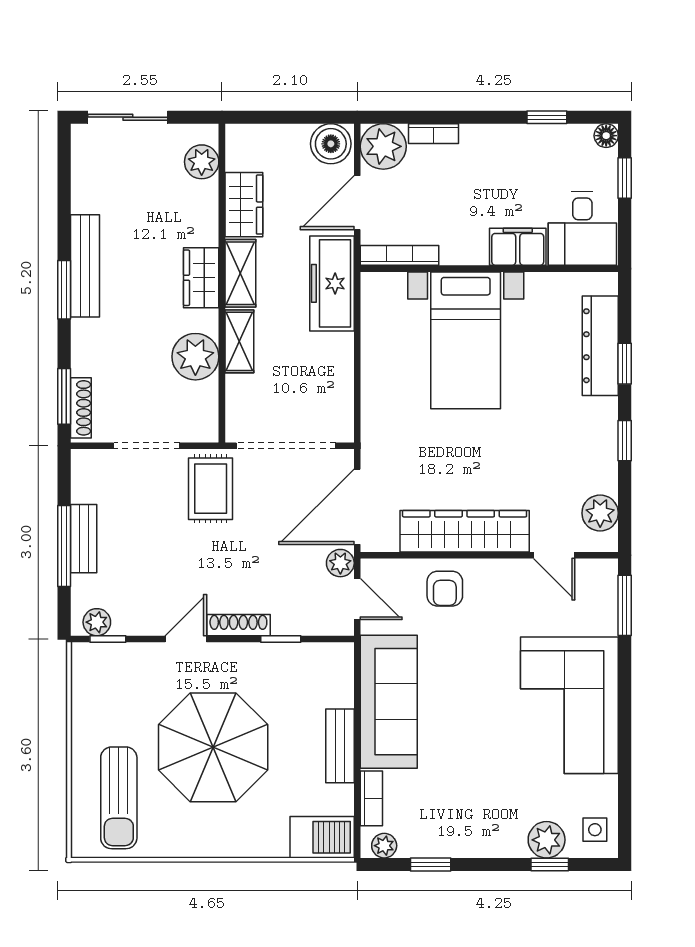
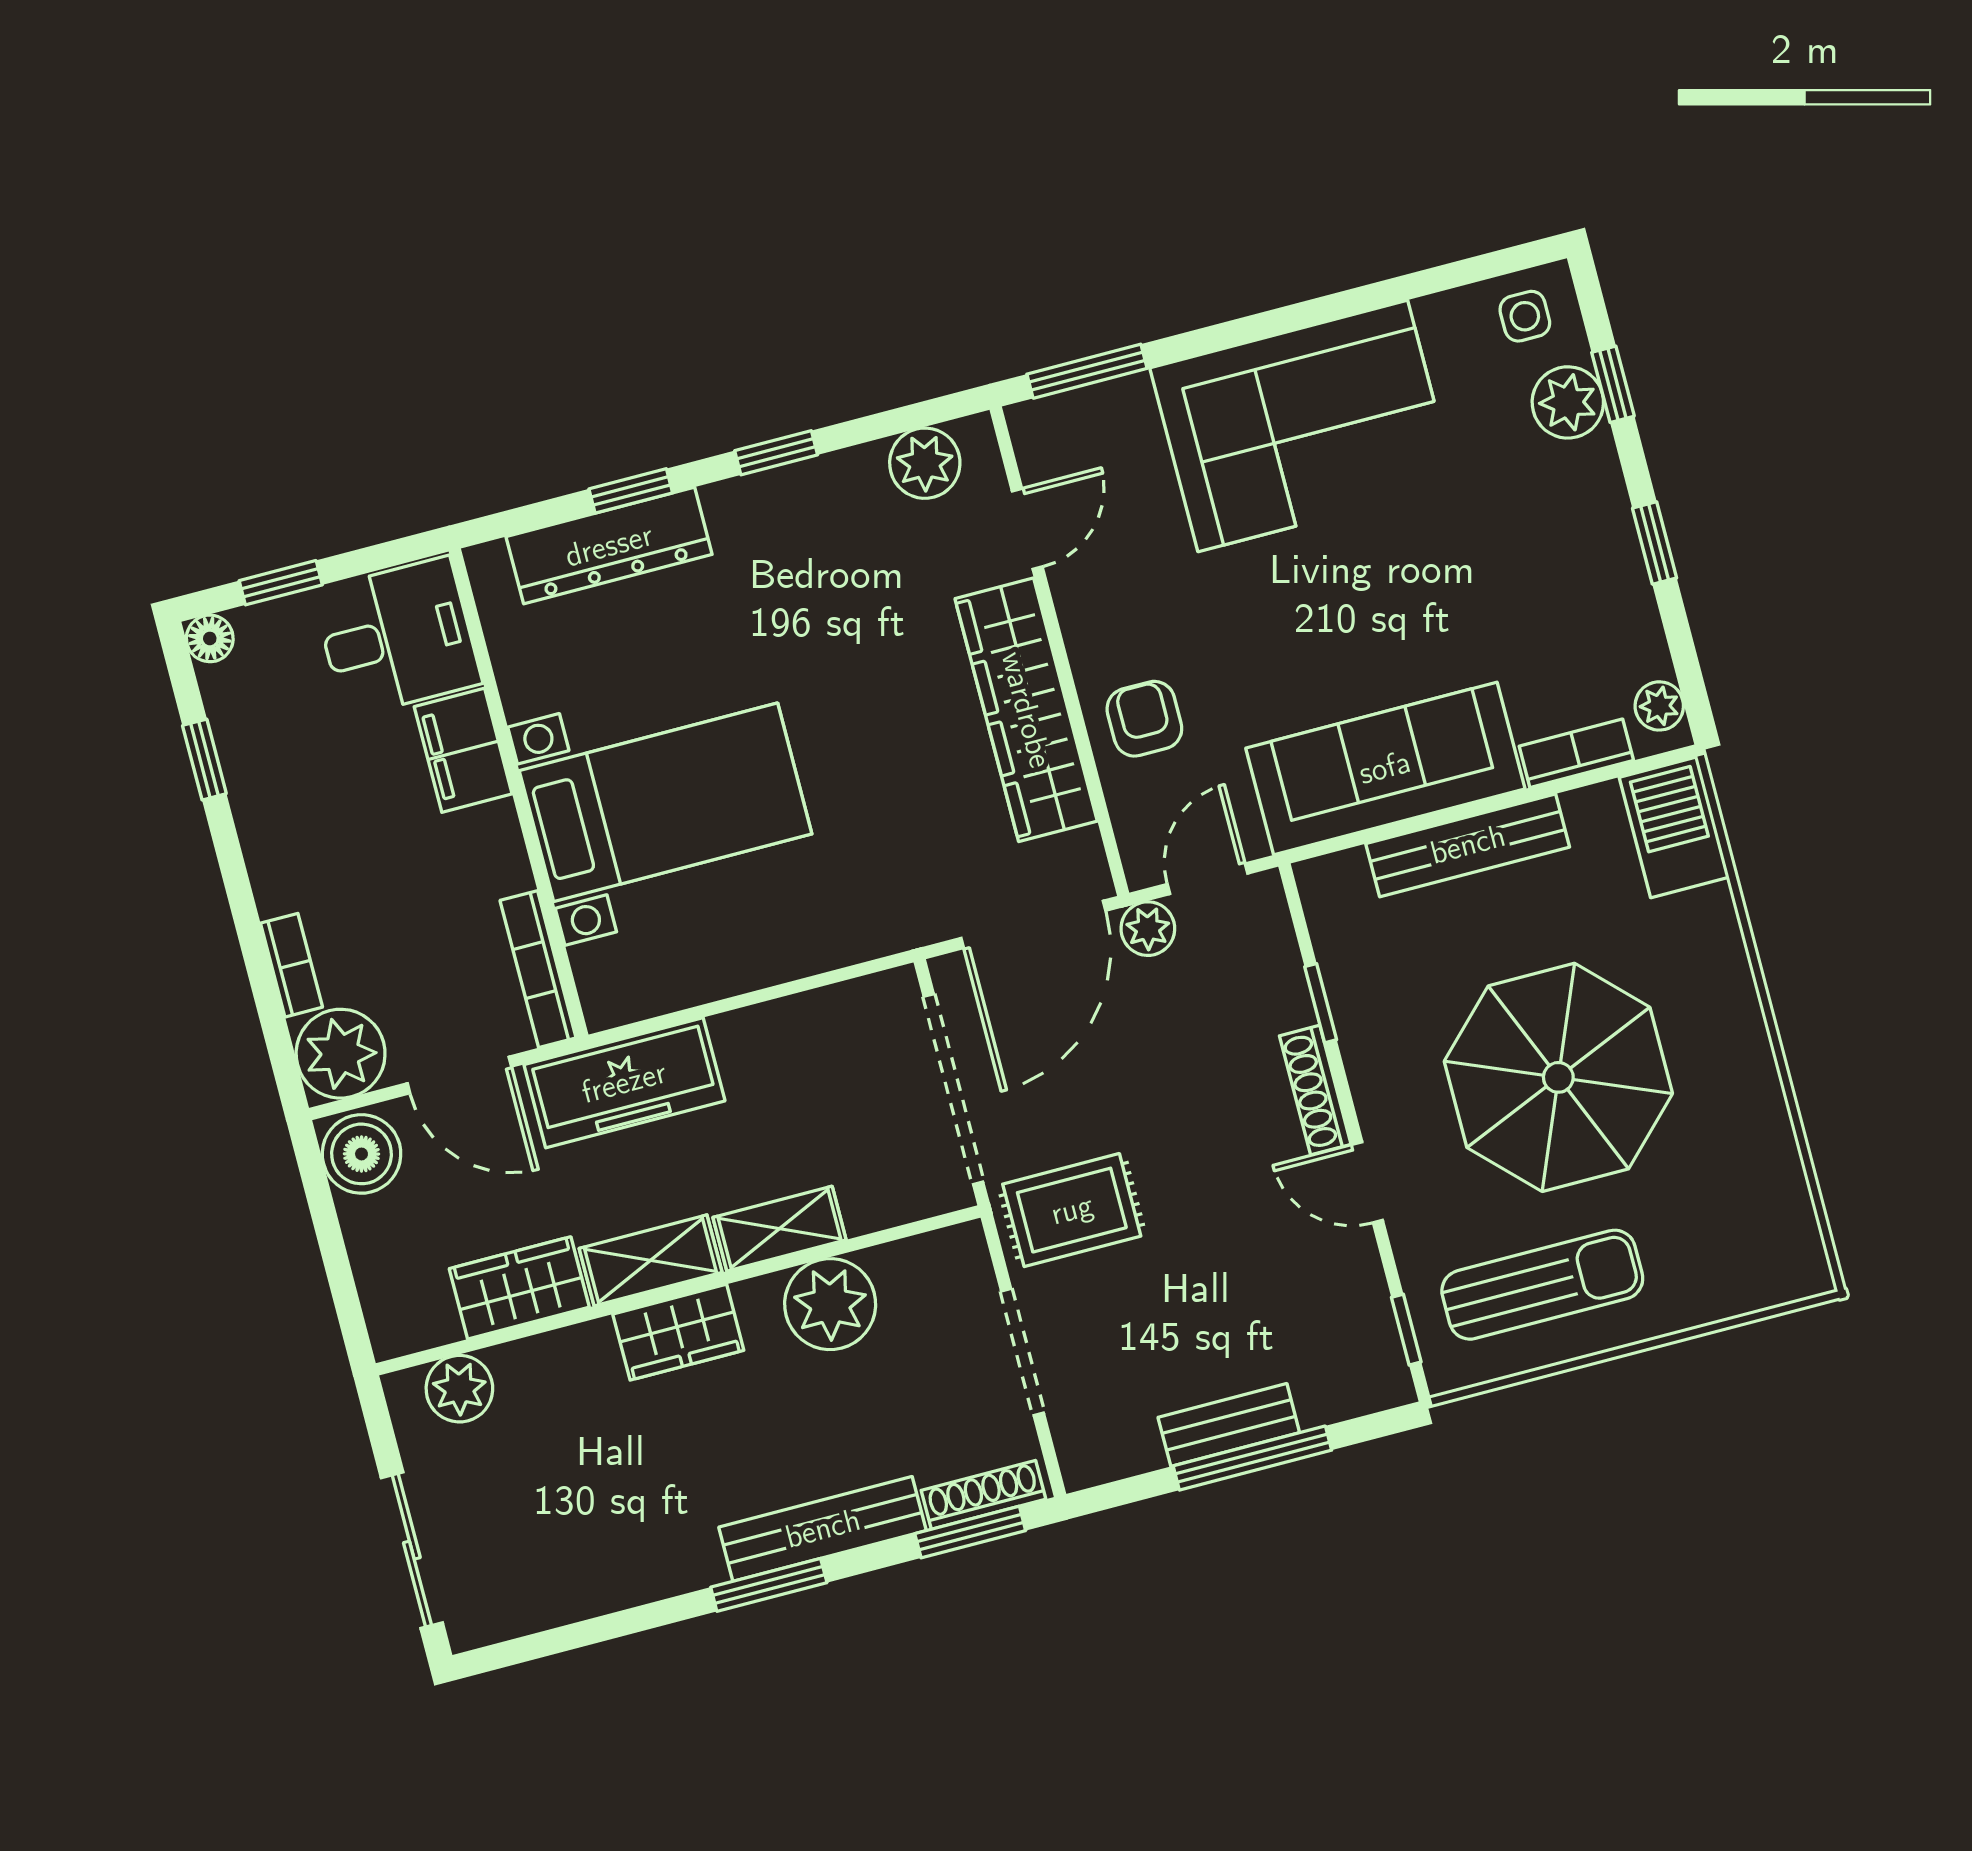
bench: (85, 266) -> (823, 1529), moved
door: (357, 507) -> (1033, 924), hinge flipped
armchair: (445, 589) -> (1144, 719), turned -90
plant: (97, 622) -> (1380, 1359), removed
bench: (340, 746) -> (1468, 845), width x1.36
sun lounger: (119, 798) -> (1542, 1285), moved
window: (431, 864) -> (1655, 543), moved

